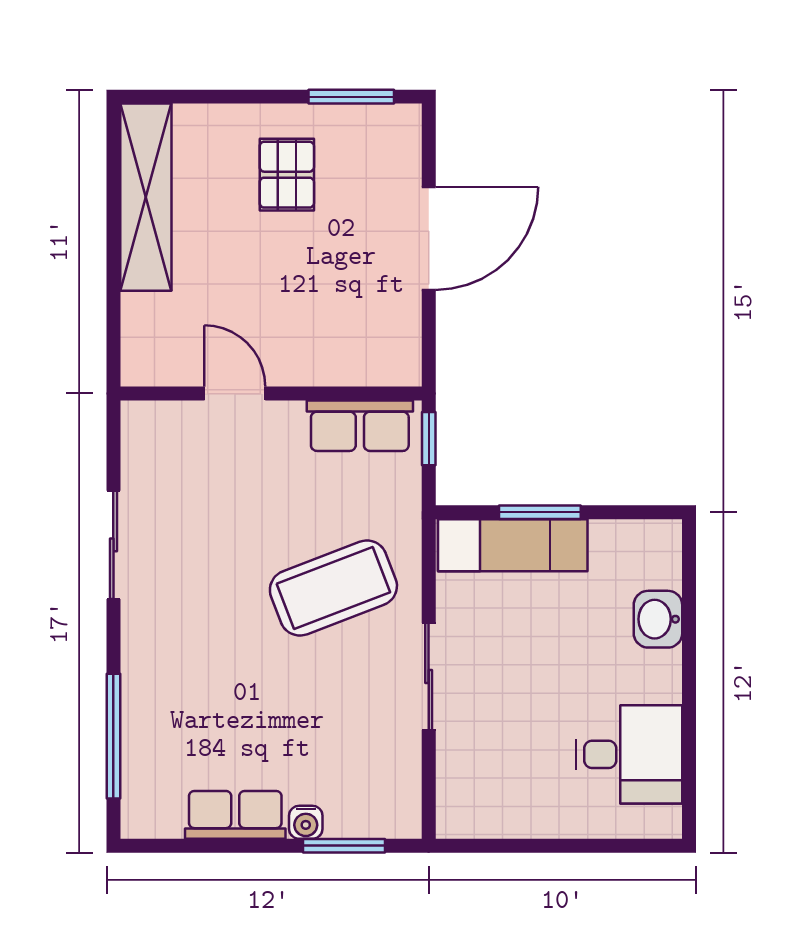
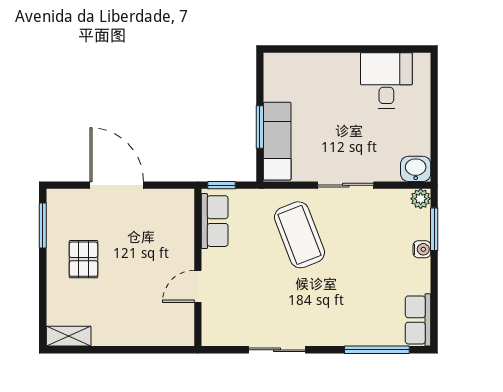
pallet: (287, 175) -> (83, 259), turned 90
shelving: (146, 197) -> (69, 336), width x0.45, depth x0.75
washbasin: (658, 619) -> (416, 169), moved, turned 180
row of seats: (235, 815) -> (418, 320), moved
plant: (403, 820) -> (421, 199), added

